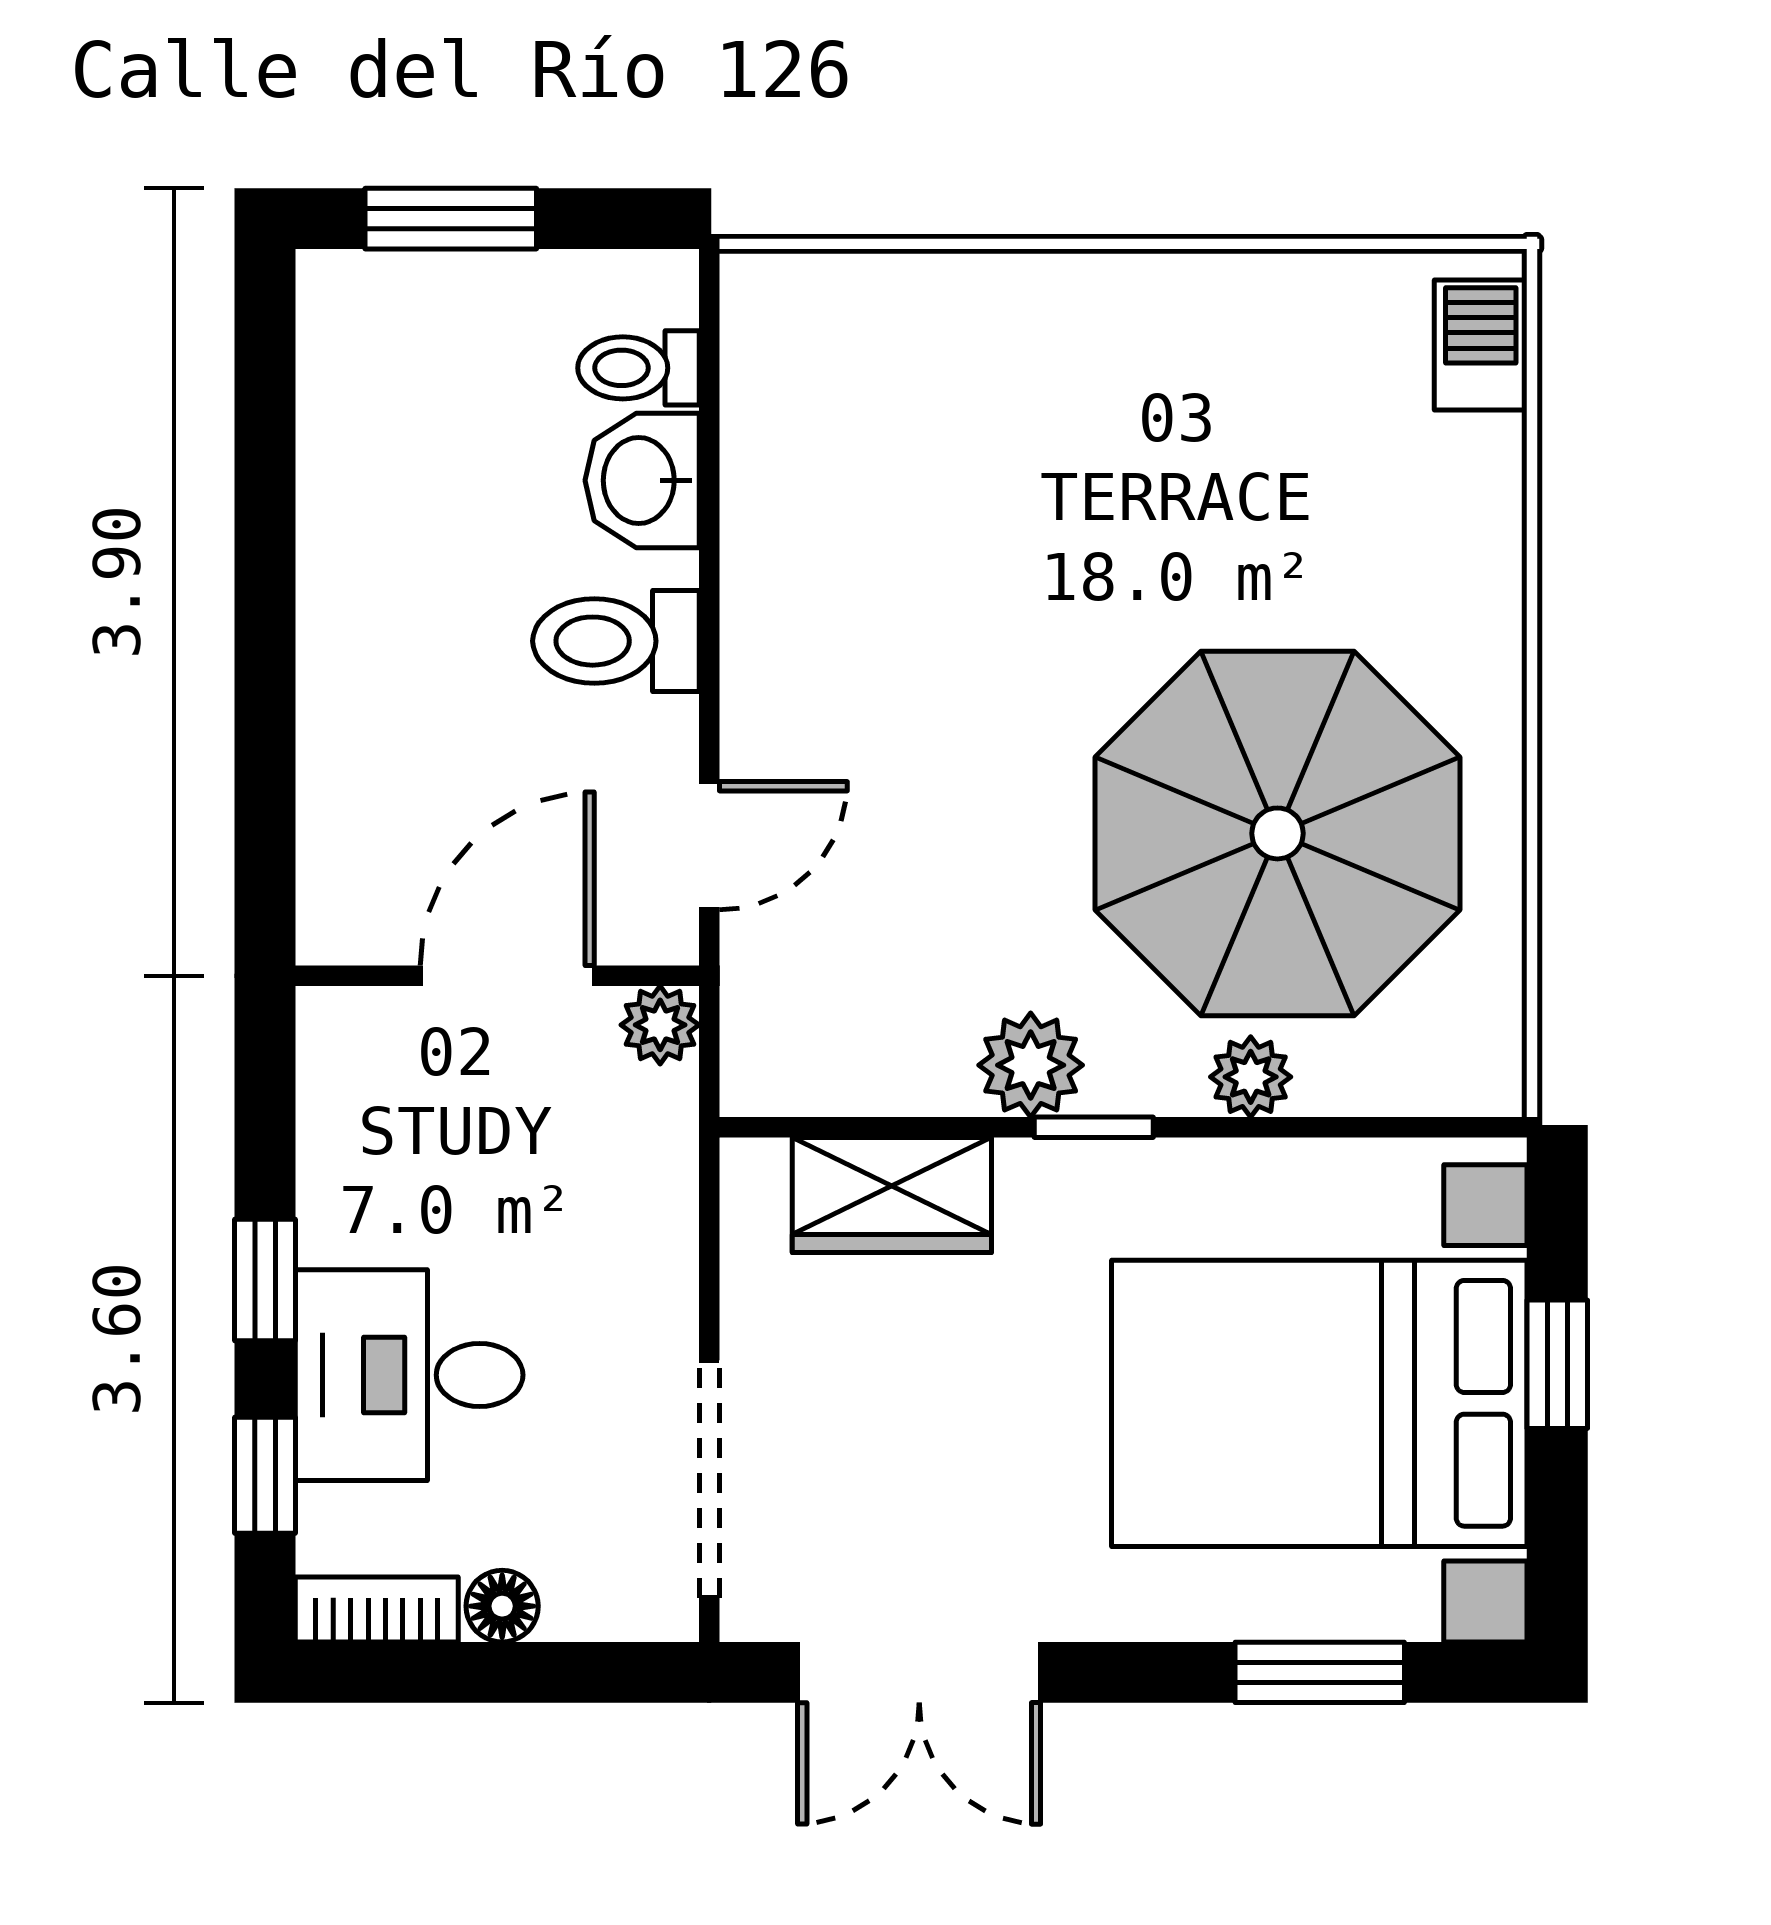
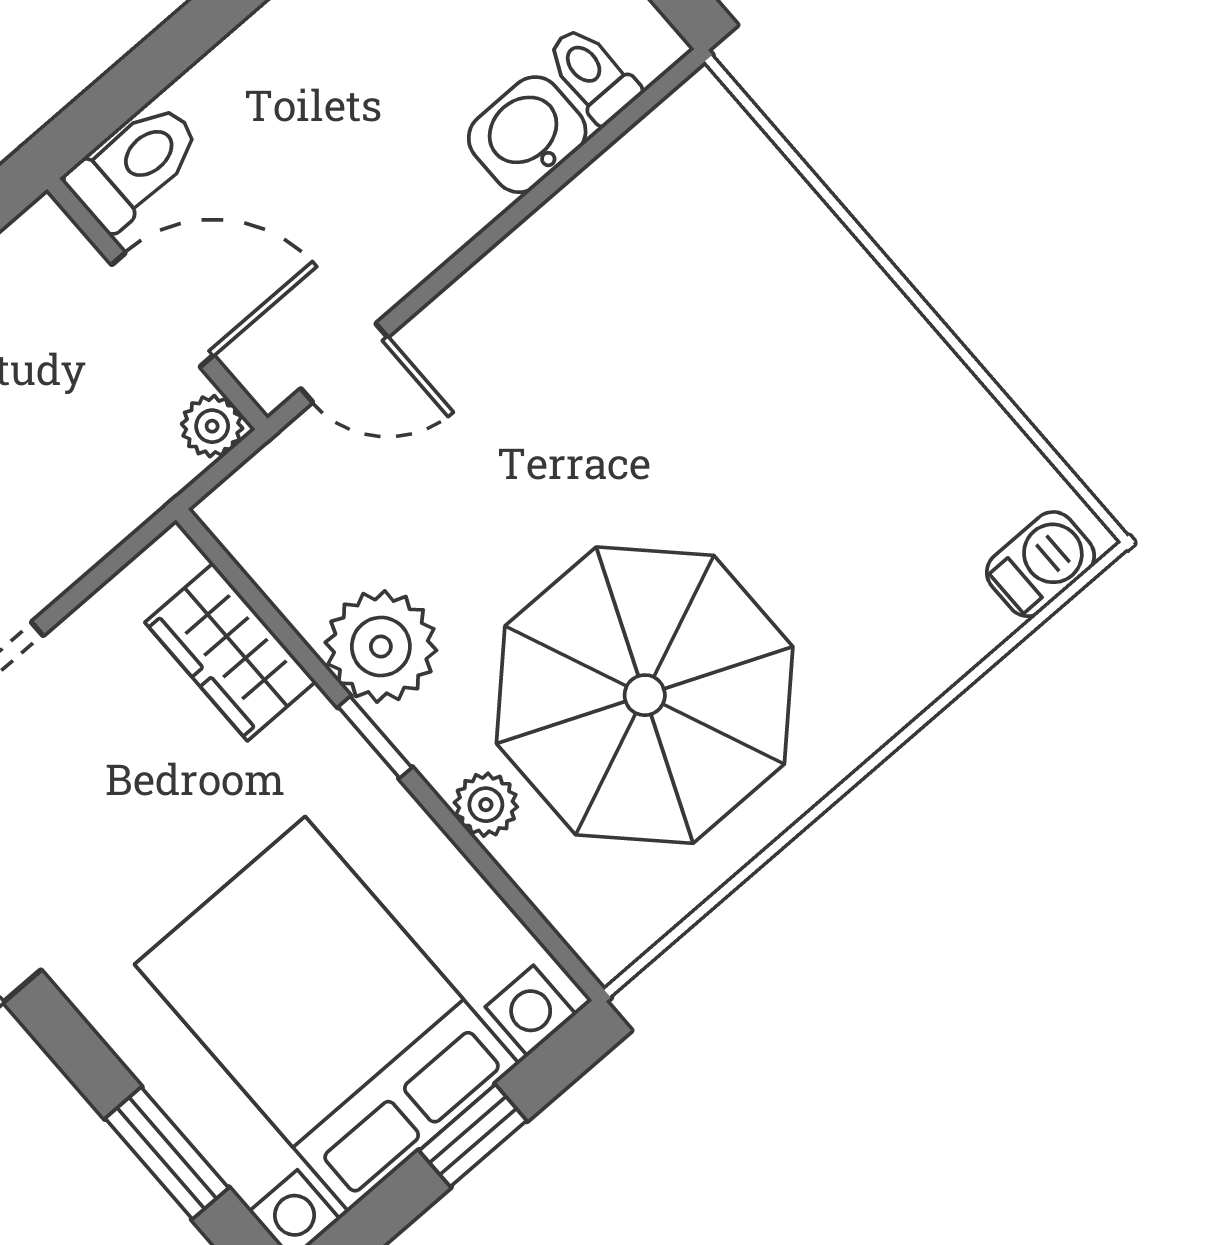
toilet: (616, 641) -> (135, 166), moved, turned 90
plant: (1031, 1065) -> (381, 646), width x1.36, depth x1.36

